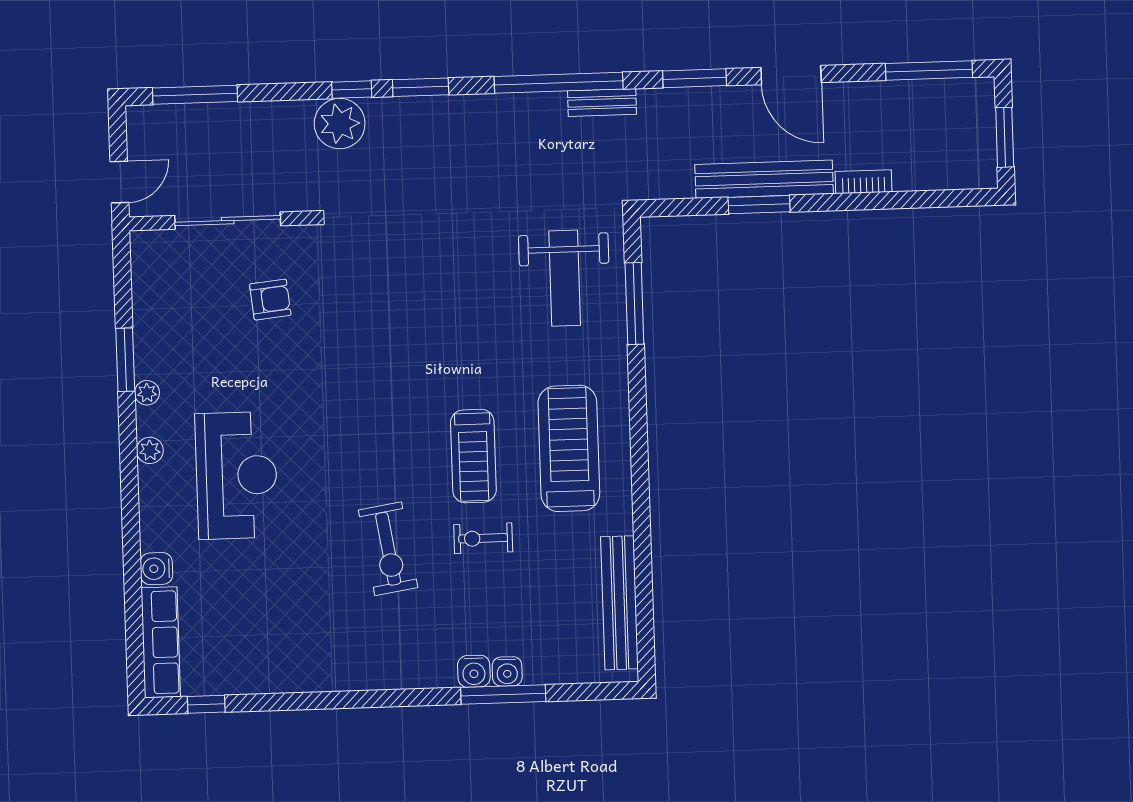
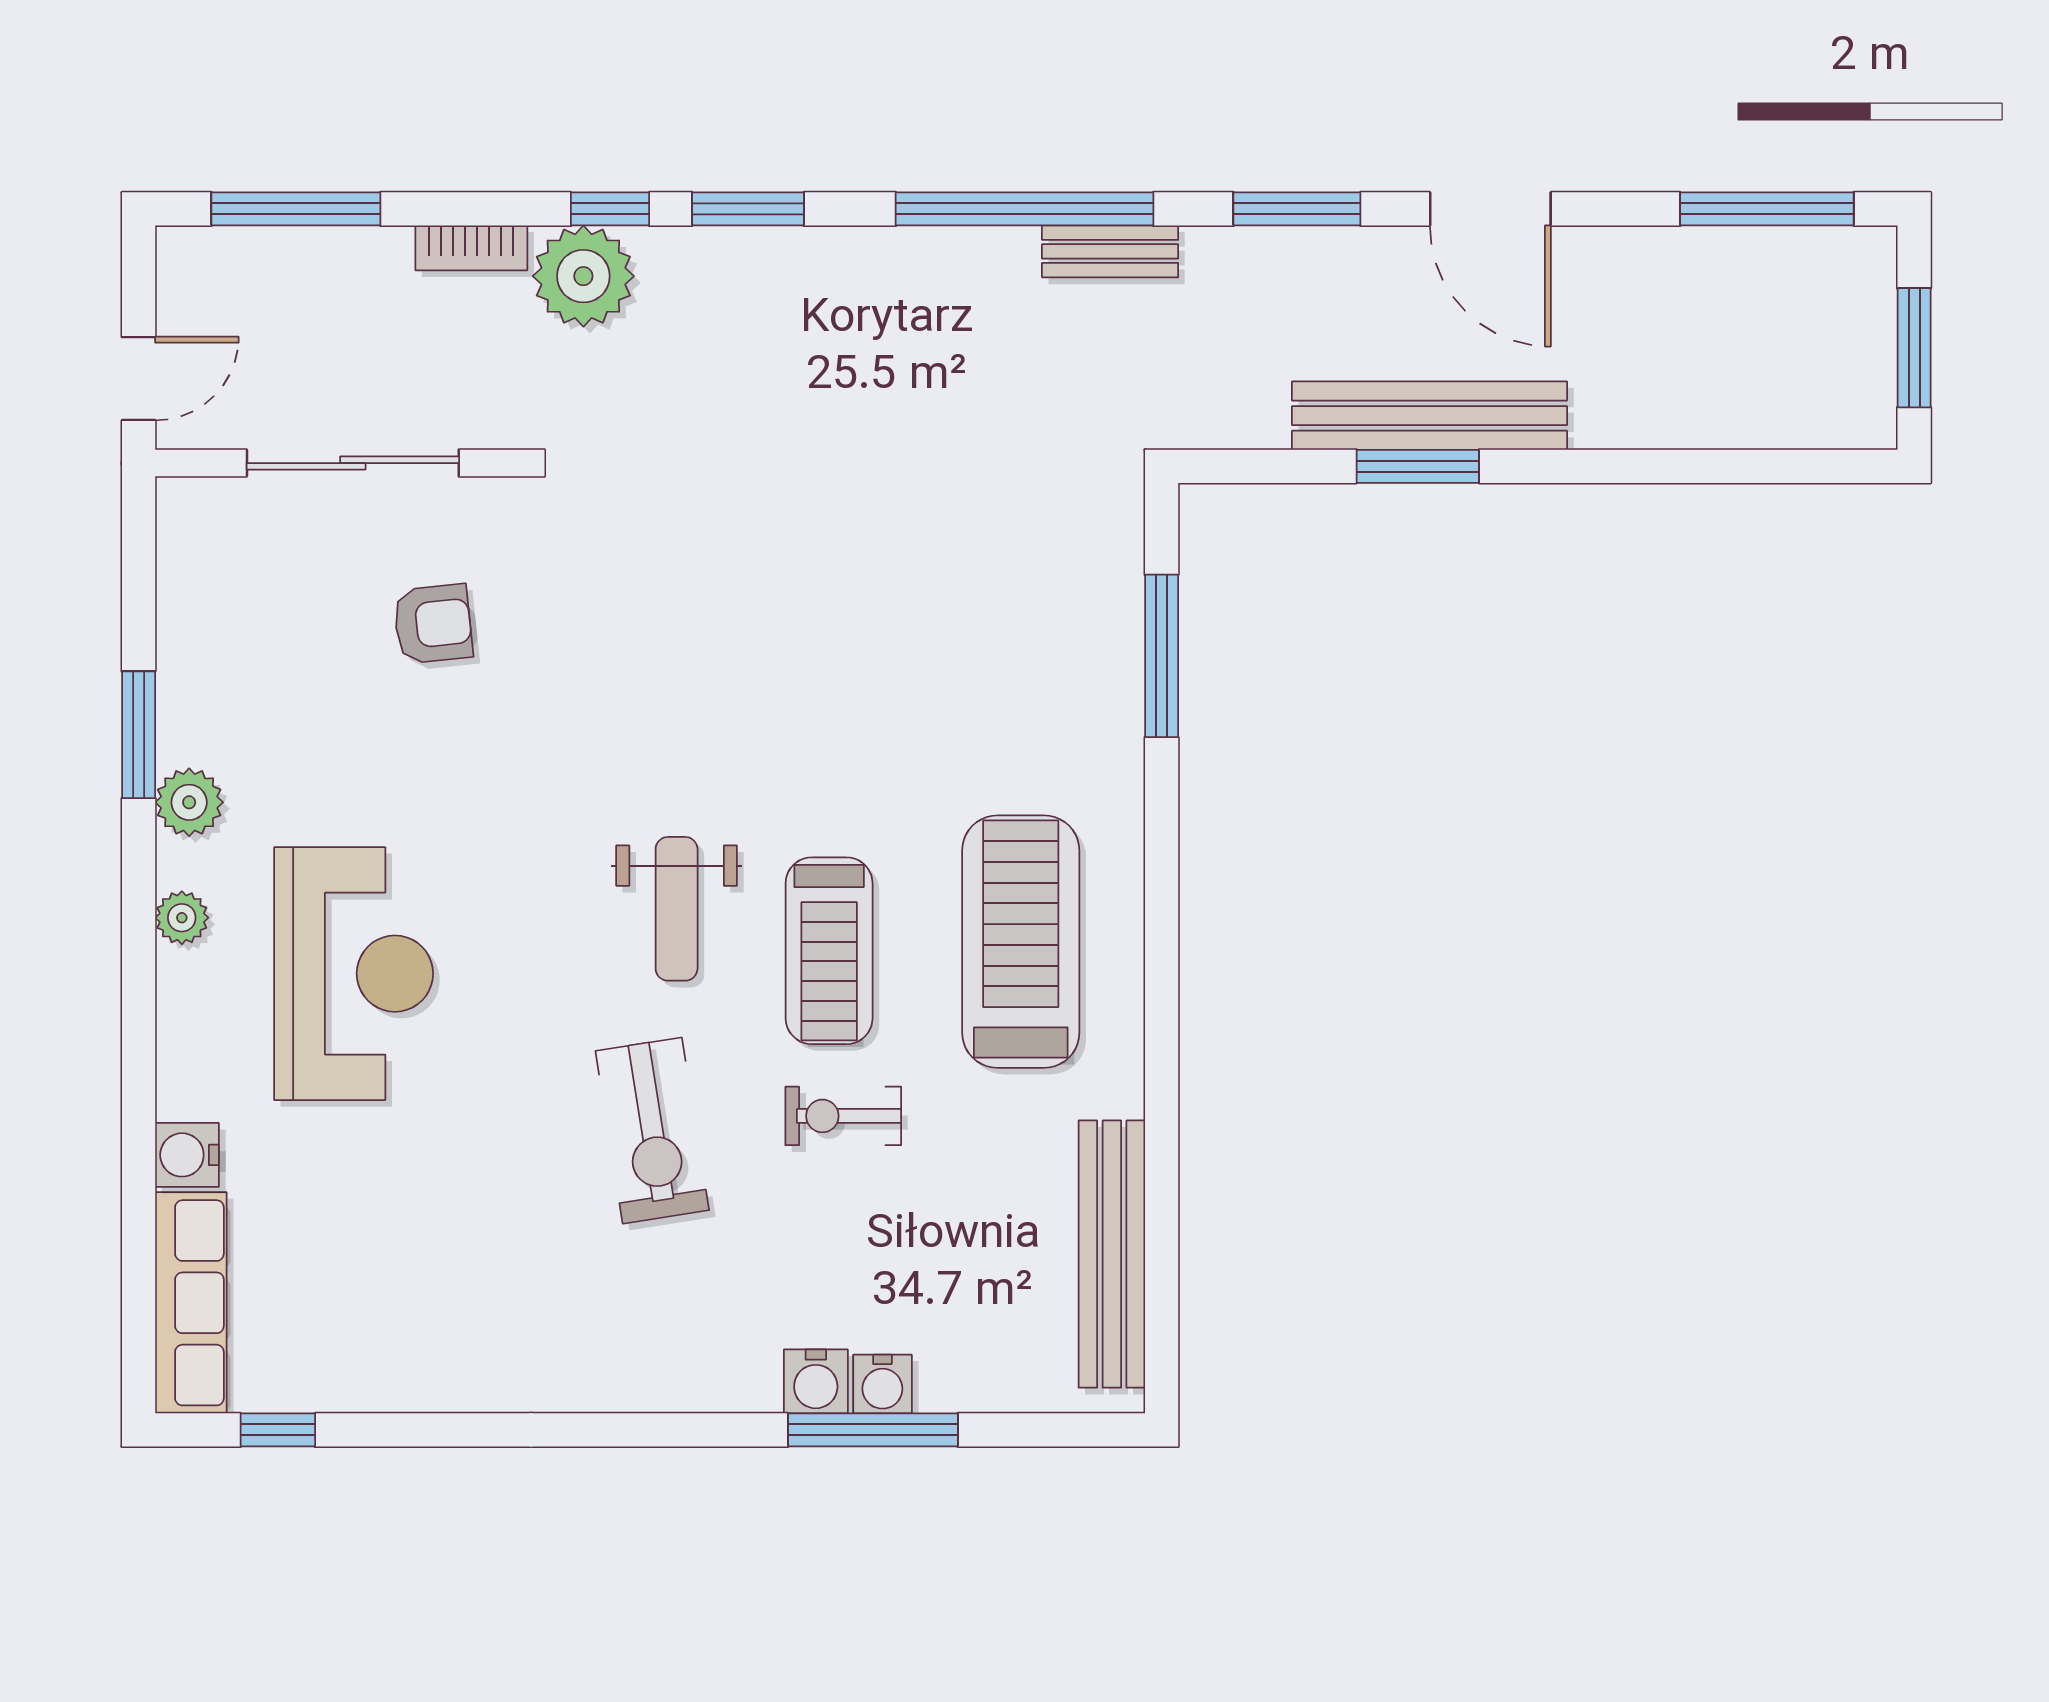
bookcase: (864, 182) -> (471, 248), moved, turned 180
weight bench: (565, 278) -> (677, 909), moved, width x0.73, depth x0.75
plant: (147, 393) -> (189, 802), width x1.38, depth x1.38

